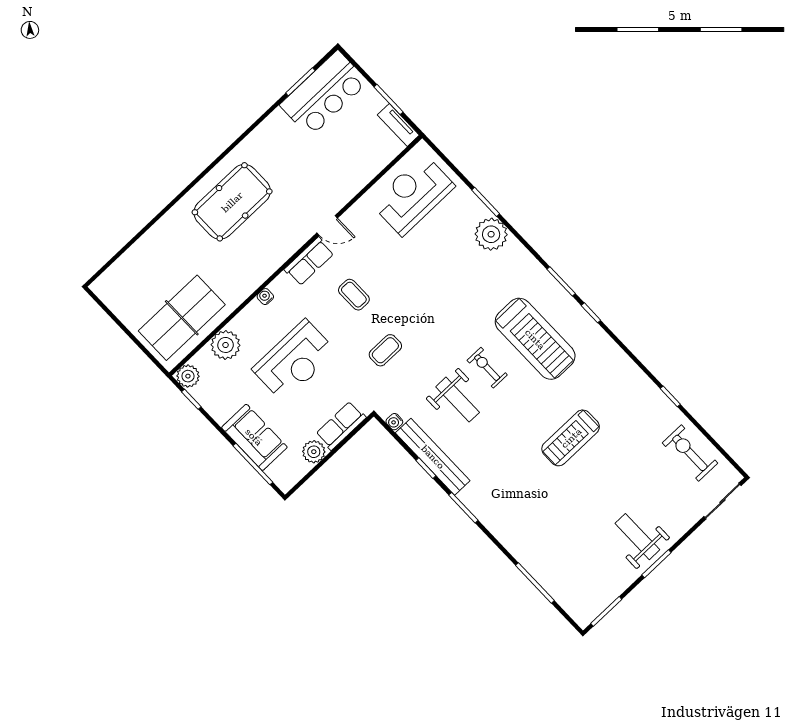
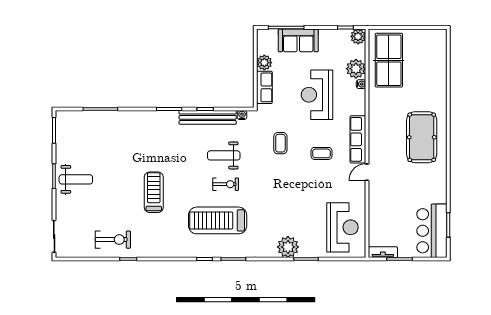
row of seats: (309, 261) -> (358, 139), width x1.48
water cooler: (265, 297) -> (361, 84), moved
exercise bike: (690, 453) -> (113, 240), moved

